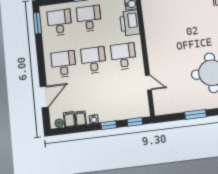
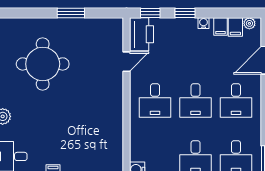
printer: (130, 23) -> (142, 34), moved
door: (148, 83) -> (126, 62), swing flipped

